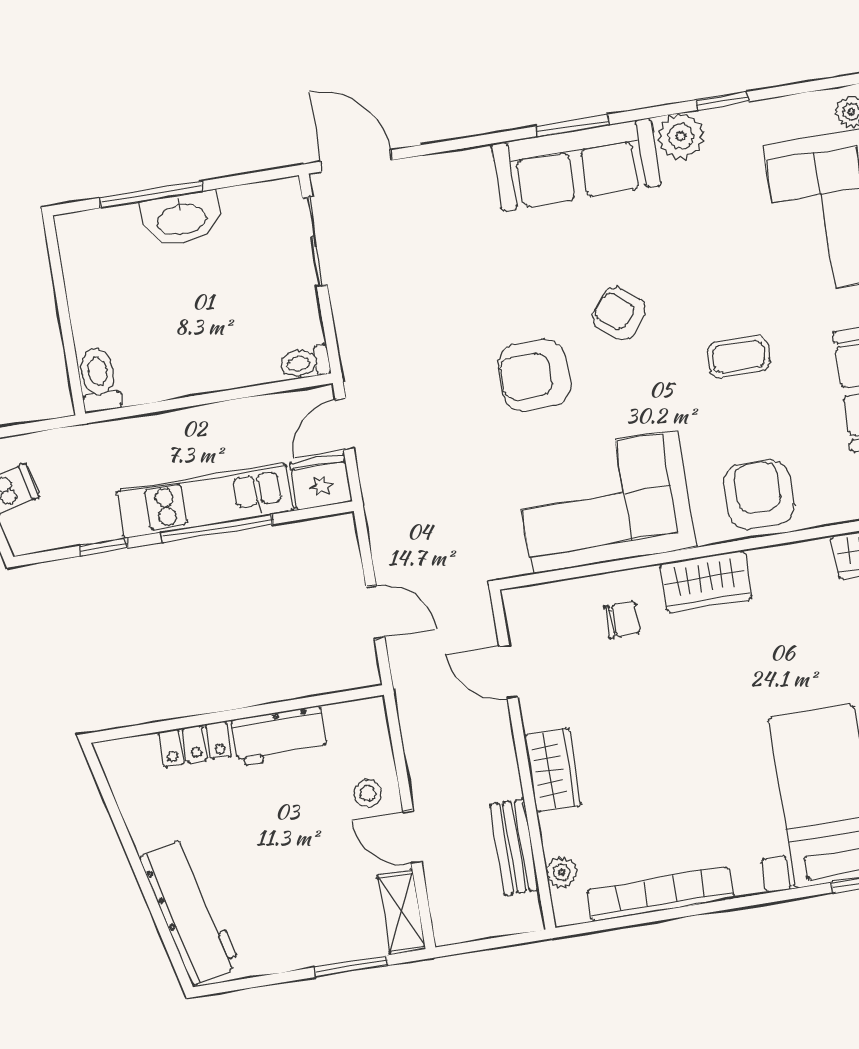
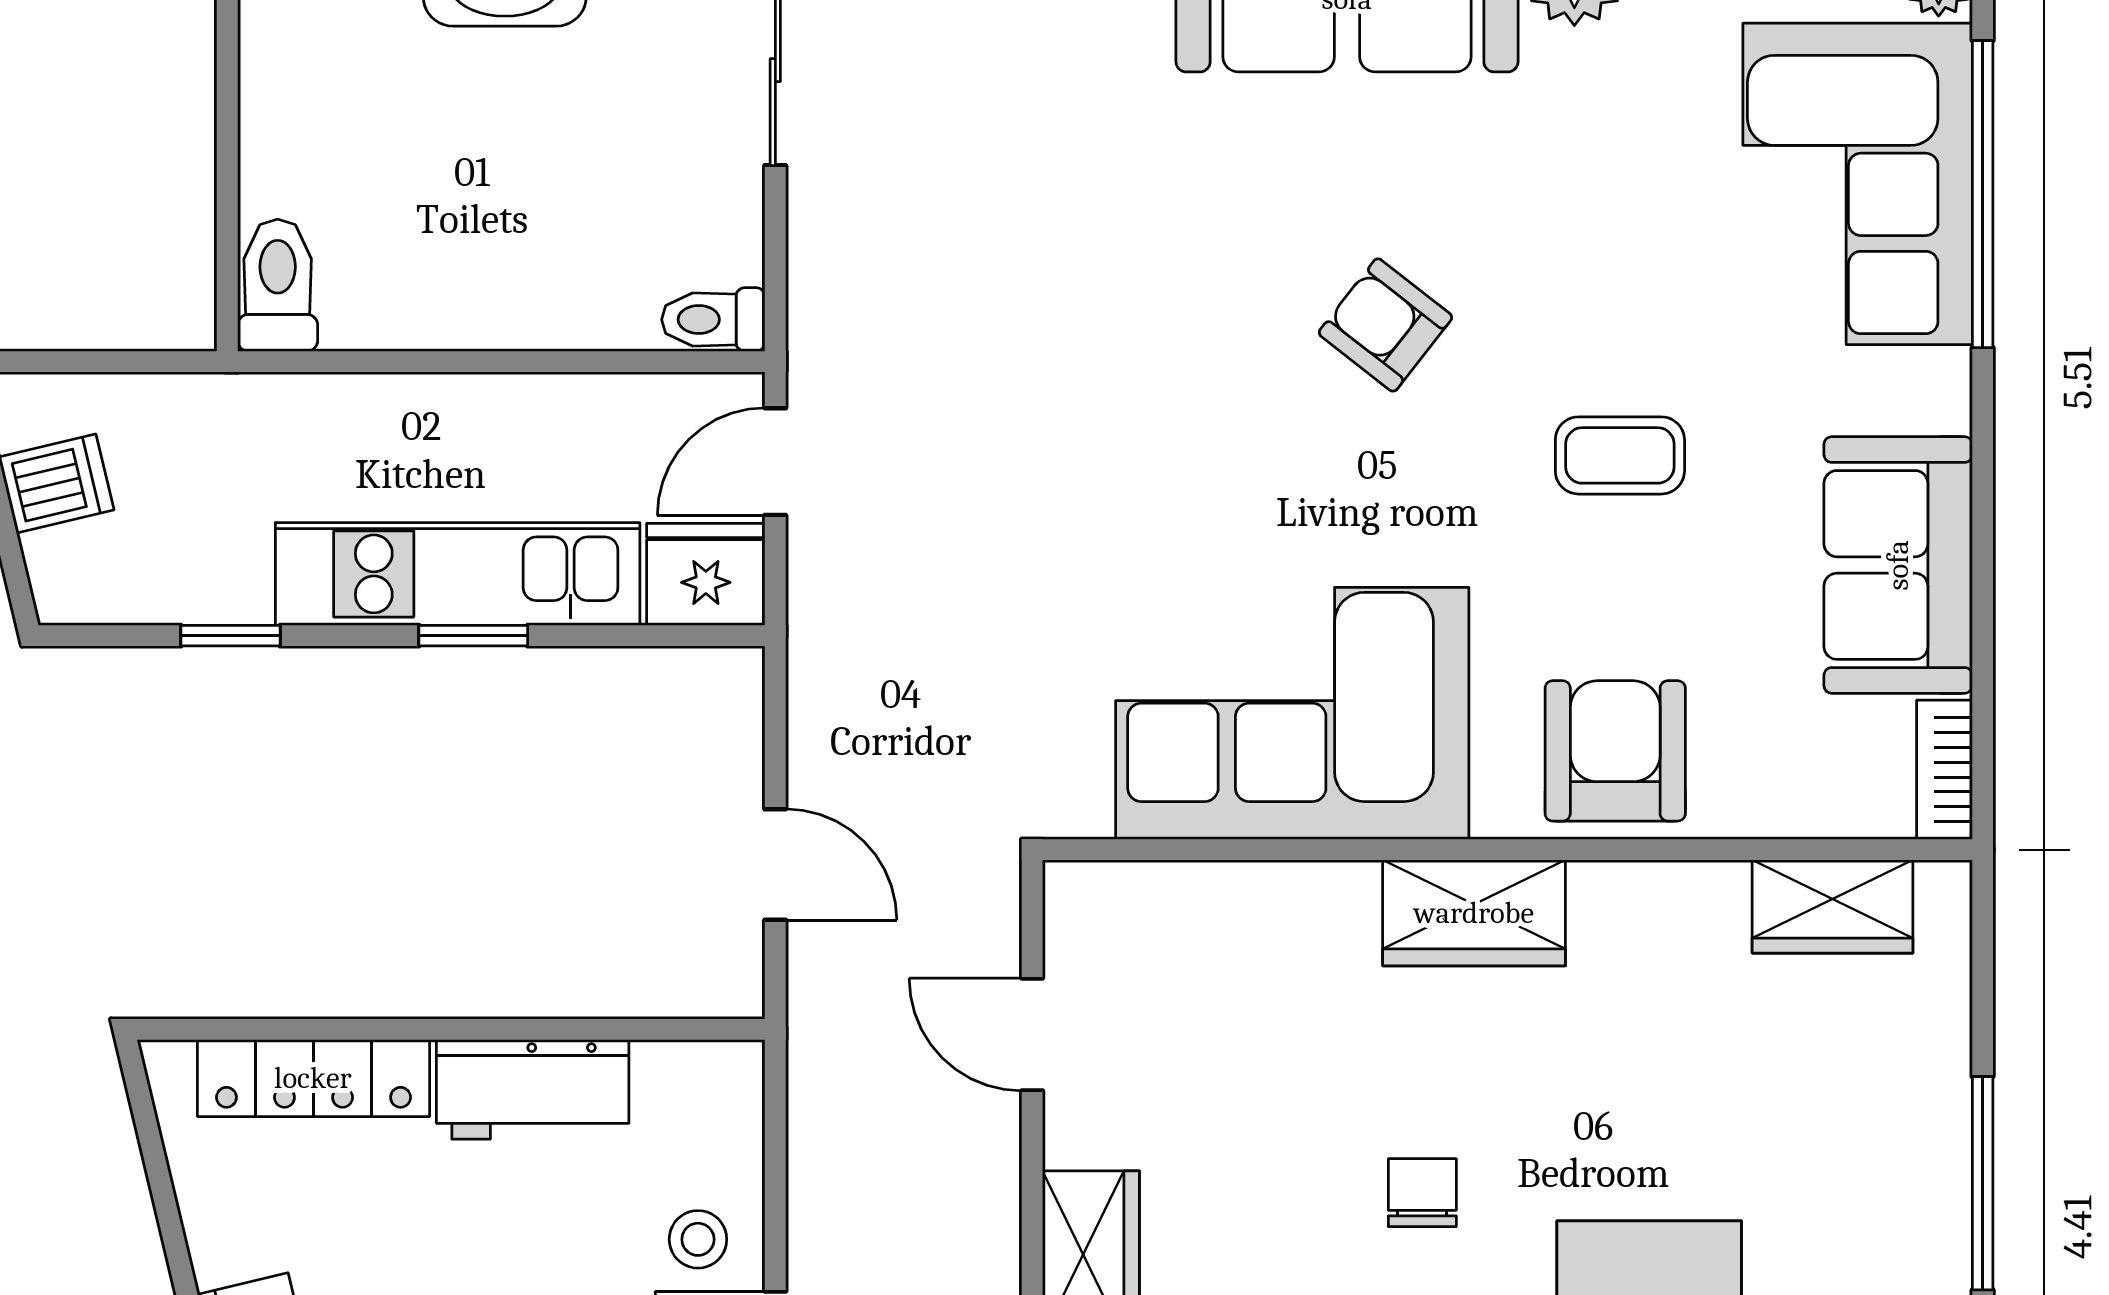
armchair: (534, 376) -> (1187, 425), removed
window: (217, 528) -> (473, 636), width x0.46
chair: (622, 620) -> (1422, 1193), moved, turned -90
locker: (195, 744) -> (313, 1078), width x1.53

